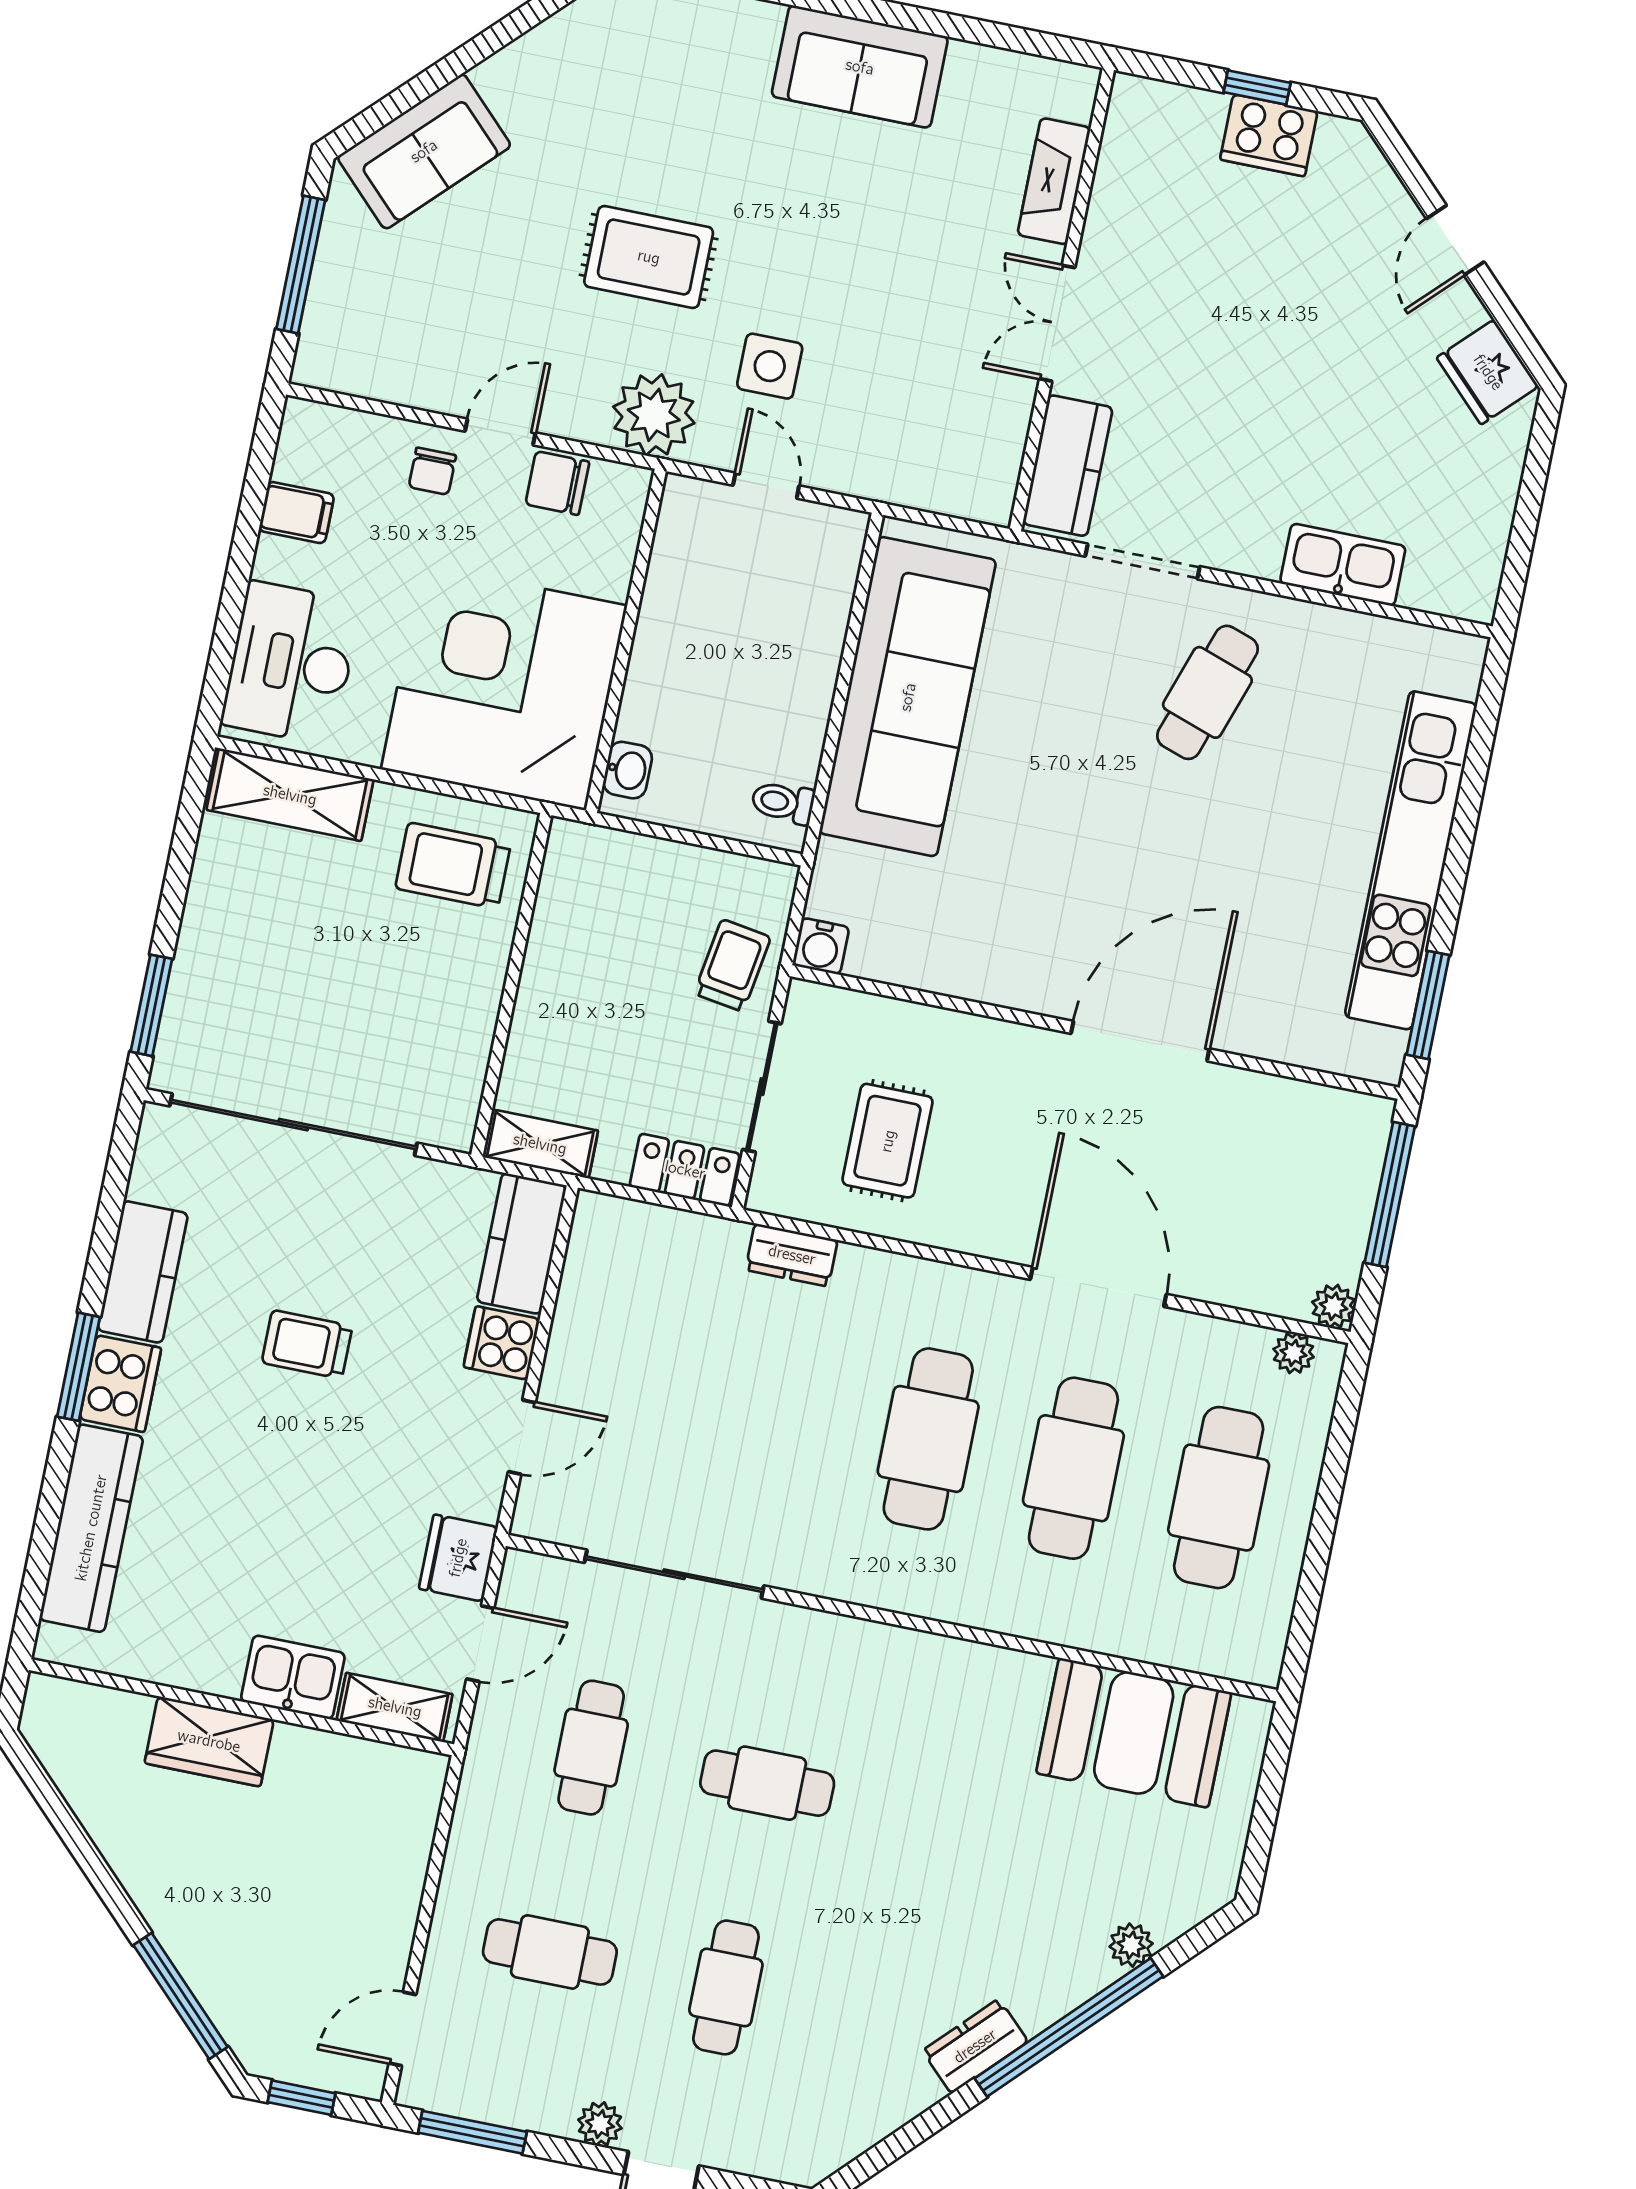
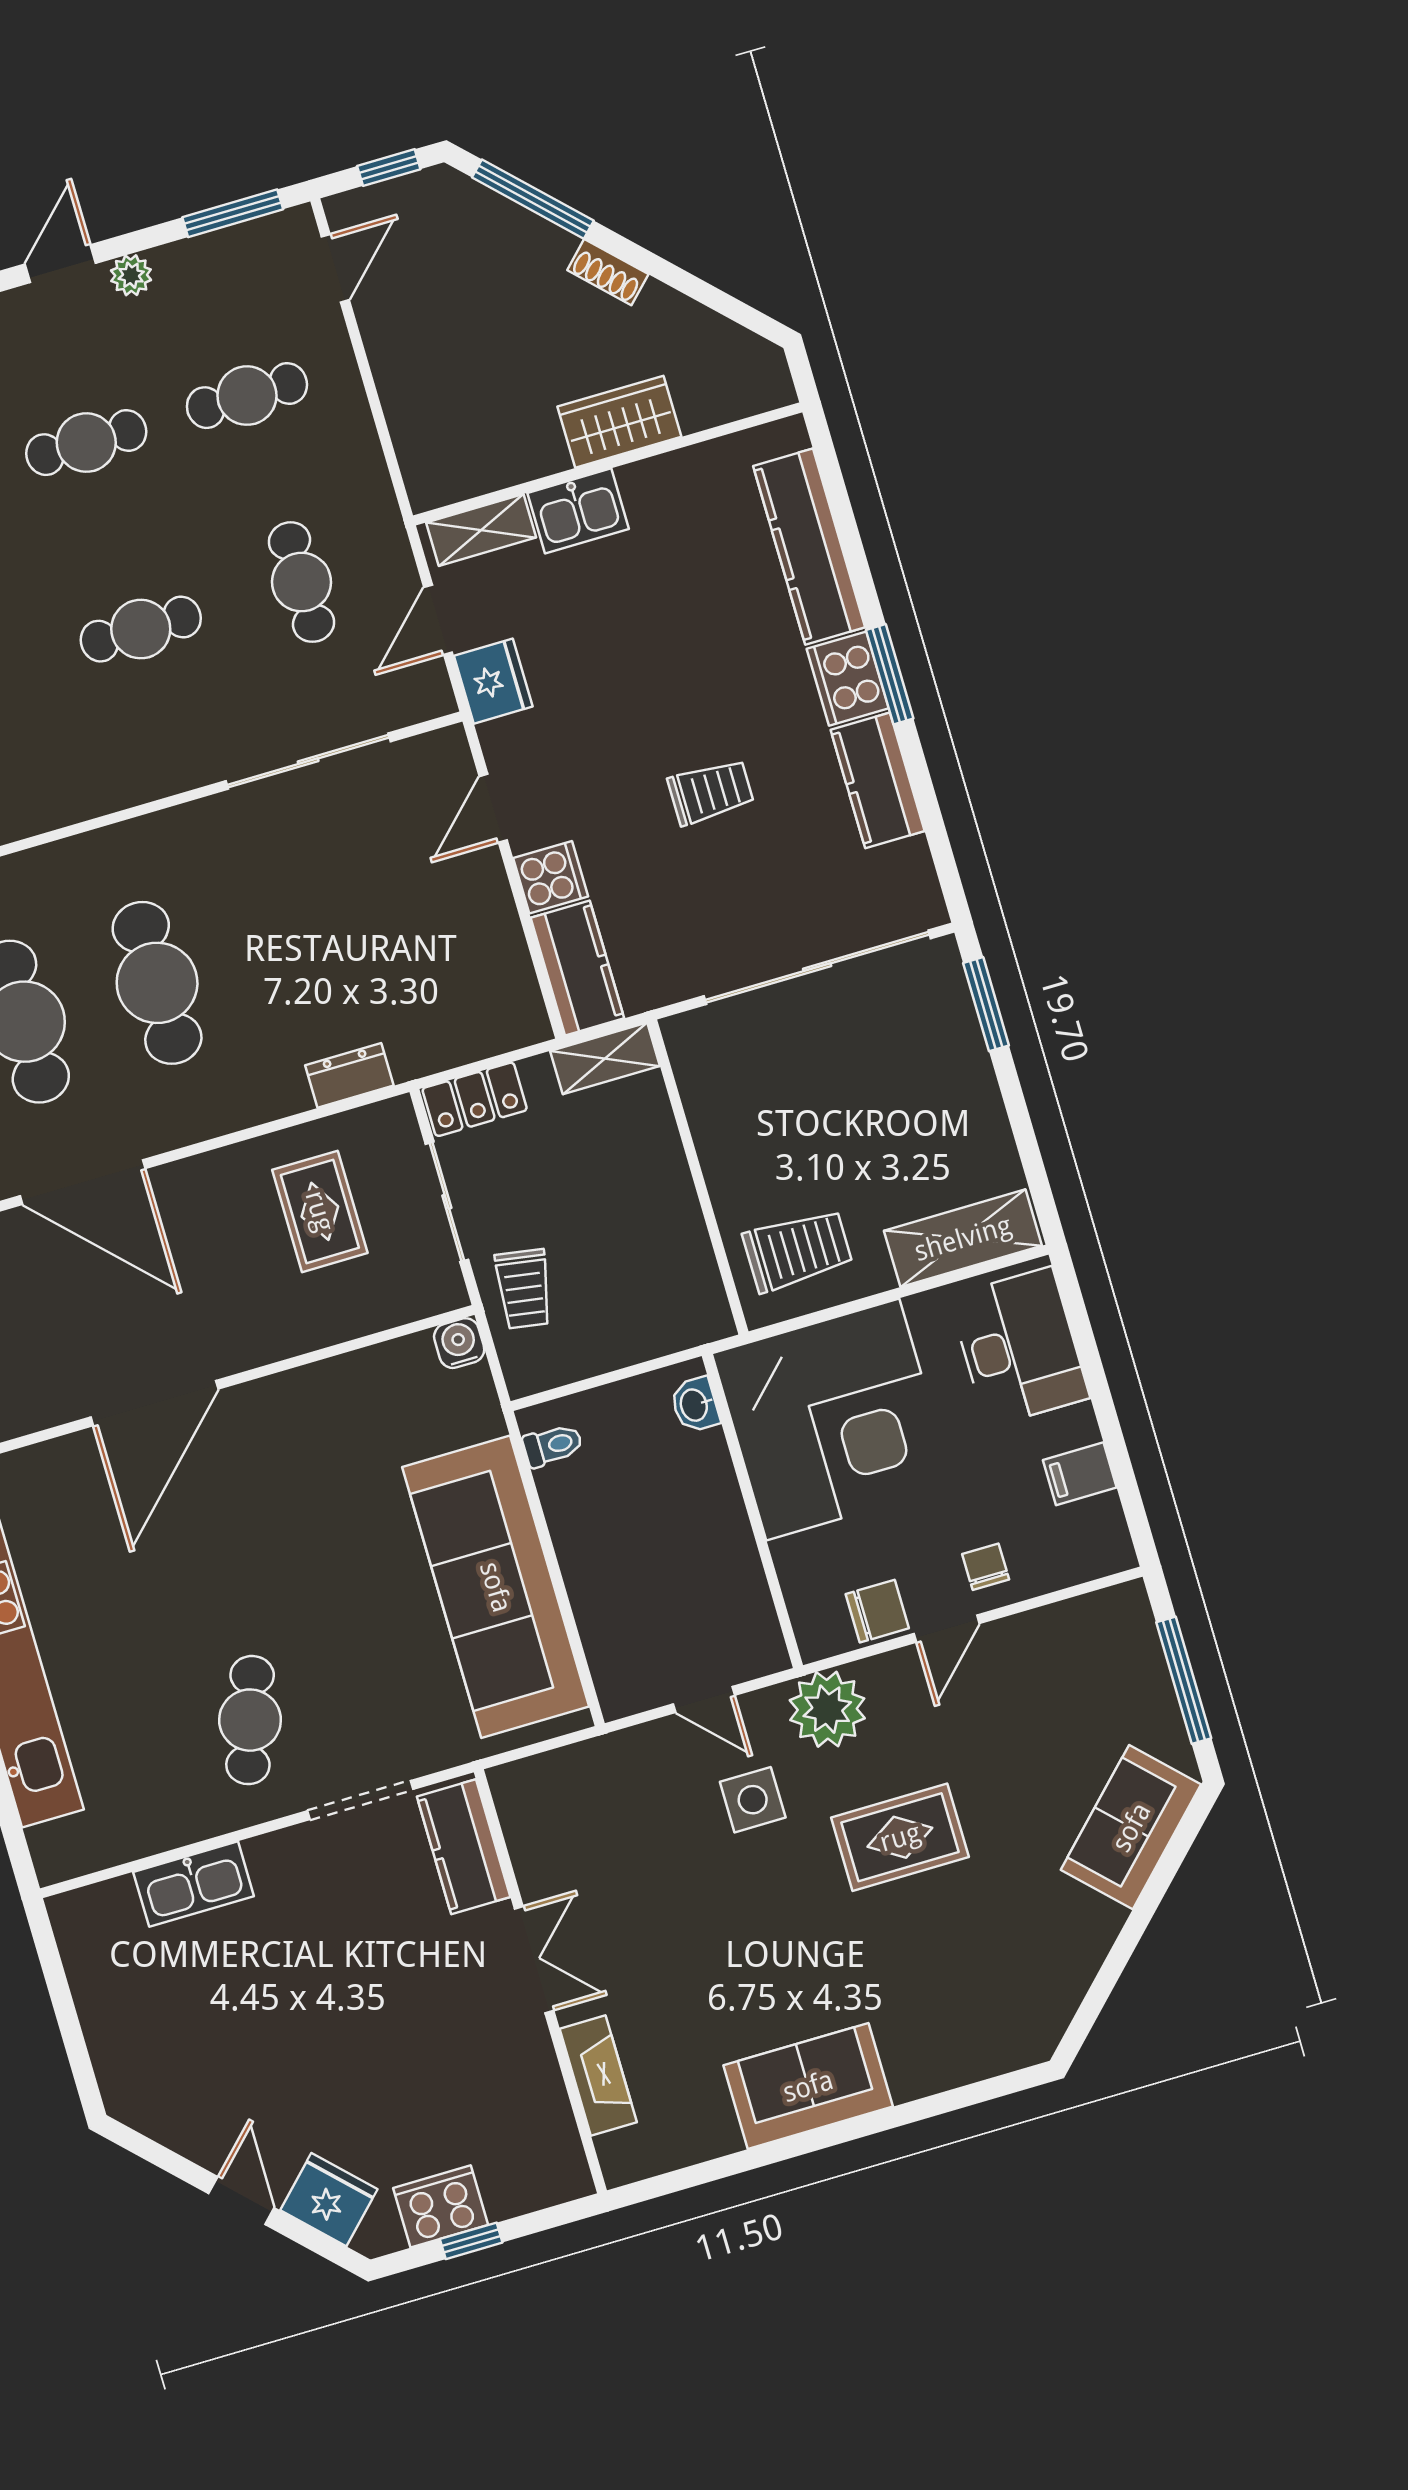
fridge: (1488, 372) -> (329, 2200), moved
shoe rack: (146, 1889) -> (608, 272), added
cafe table: (726, 1987) -> (86, 443), turned 90

